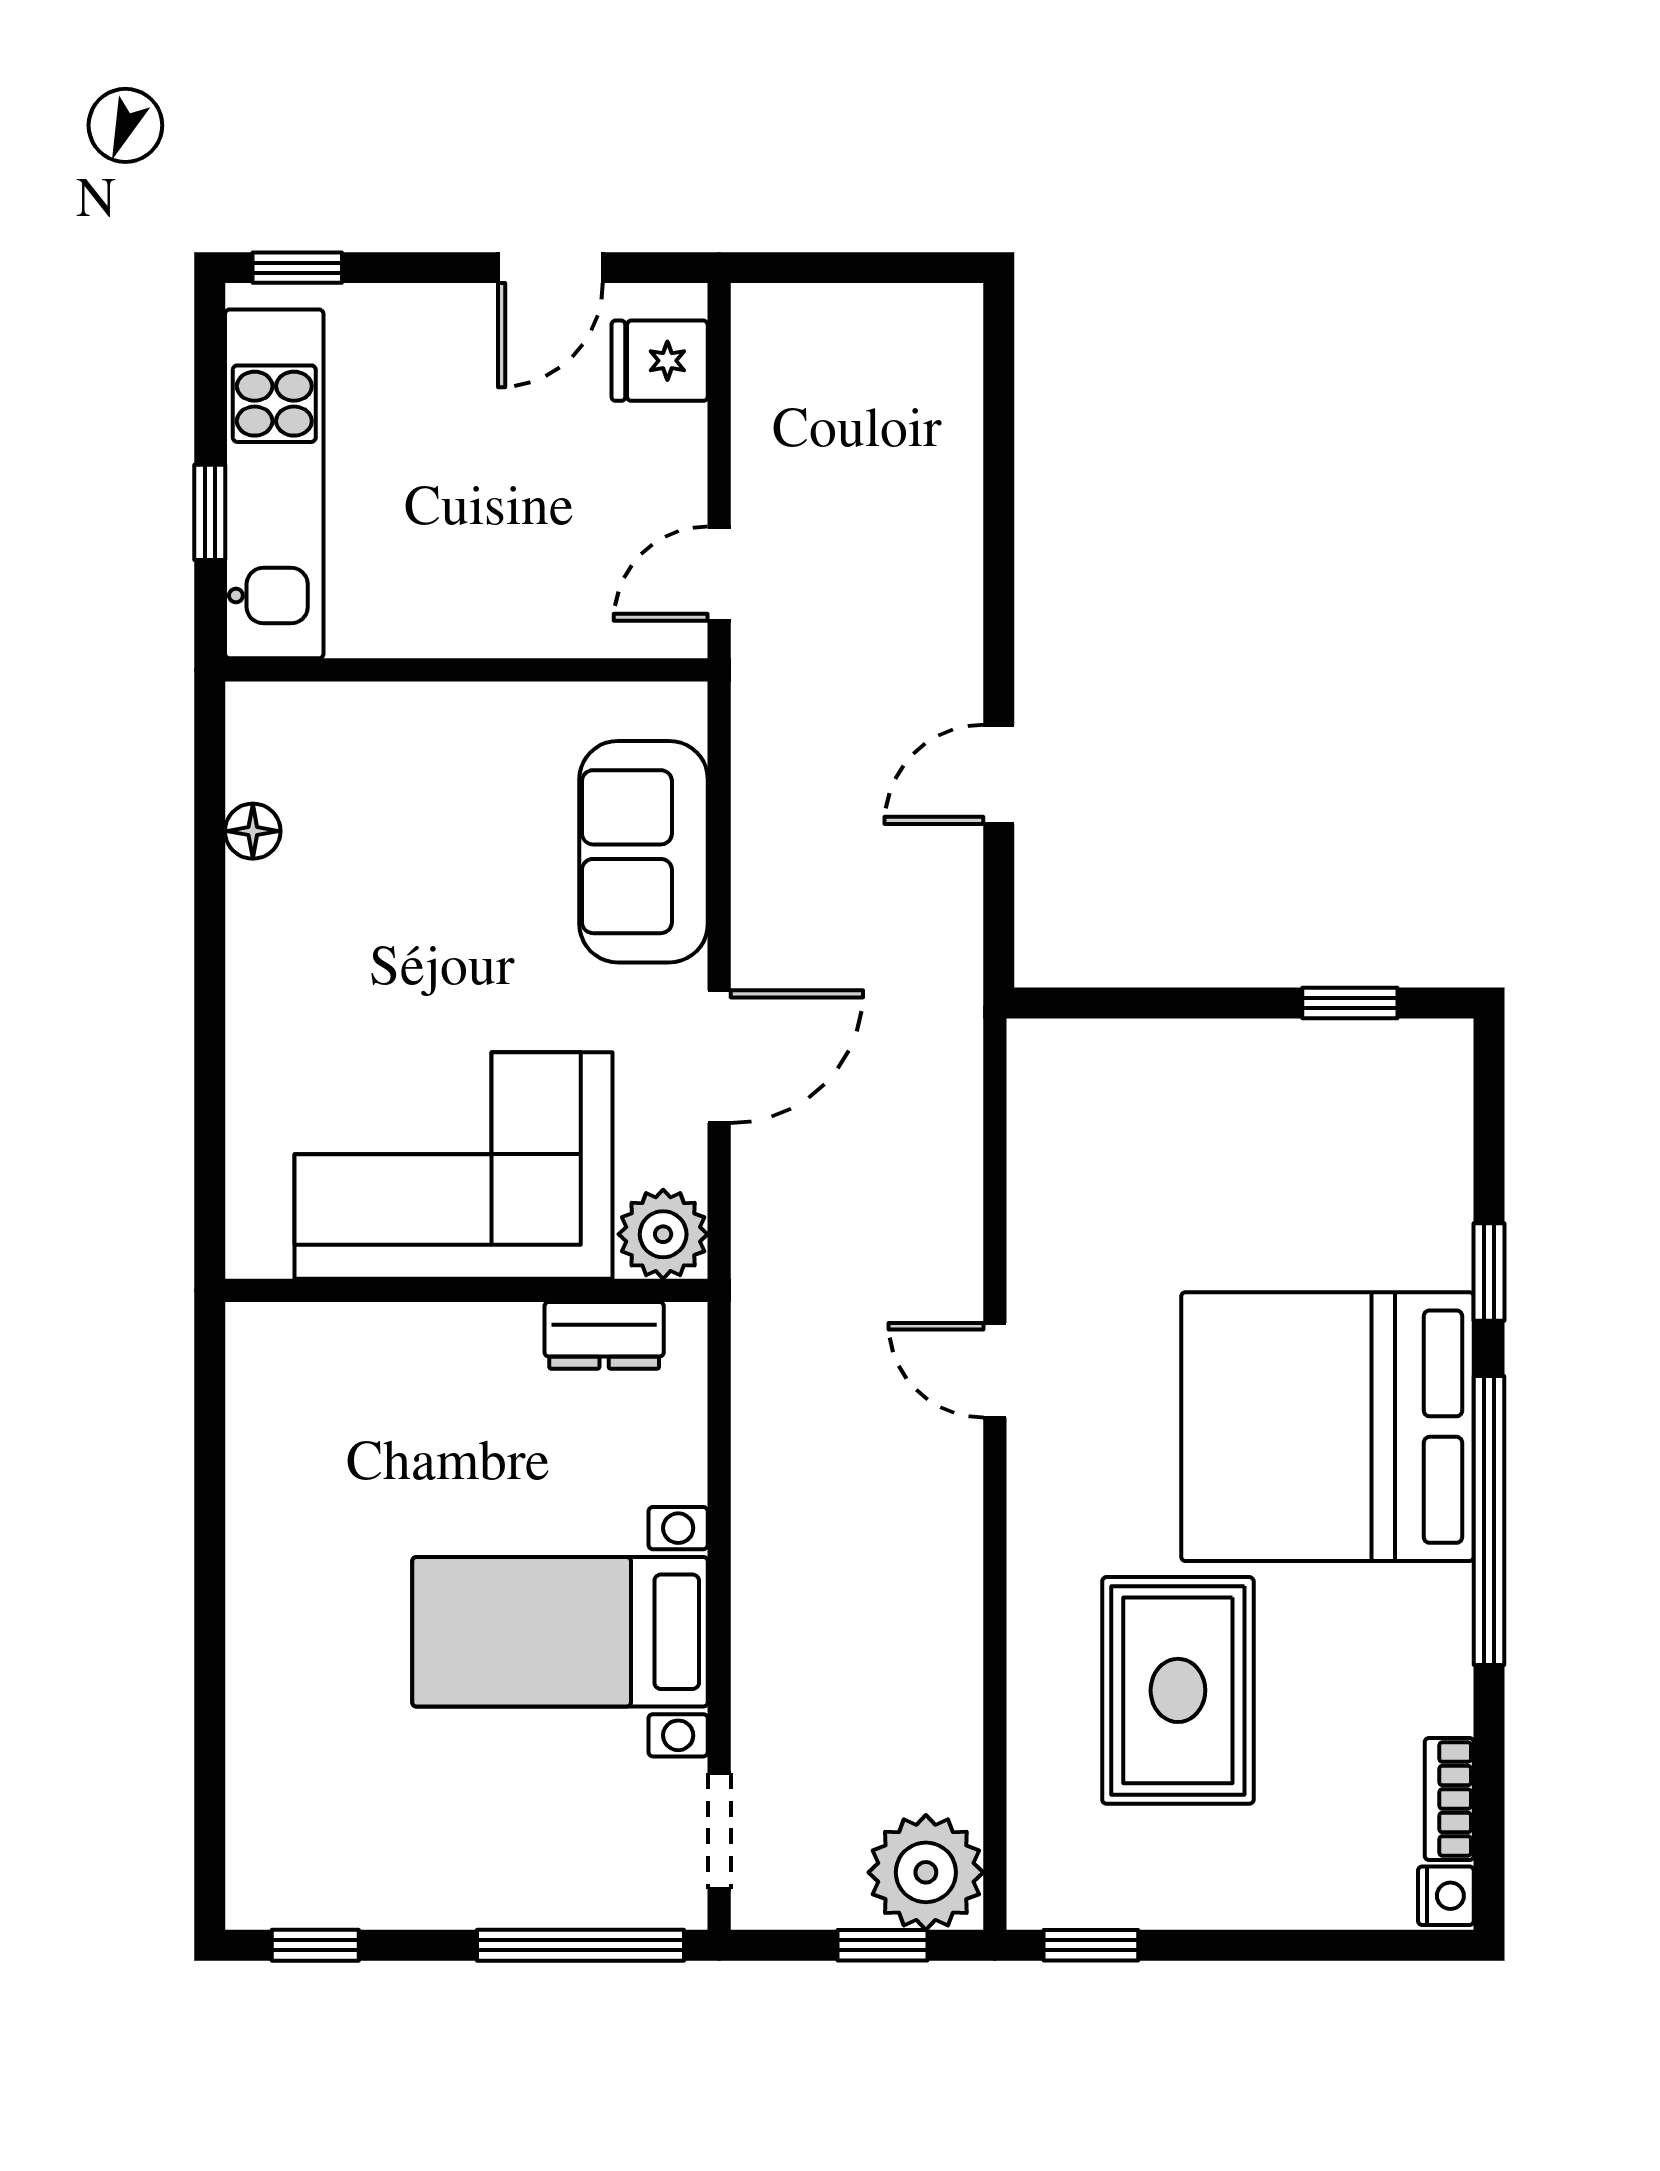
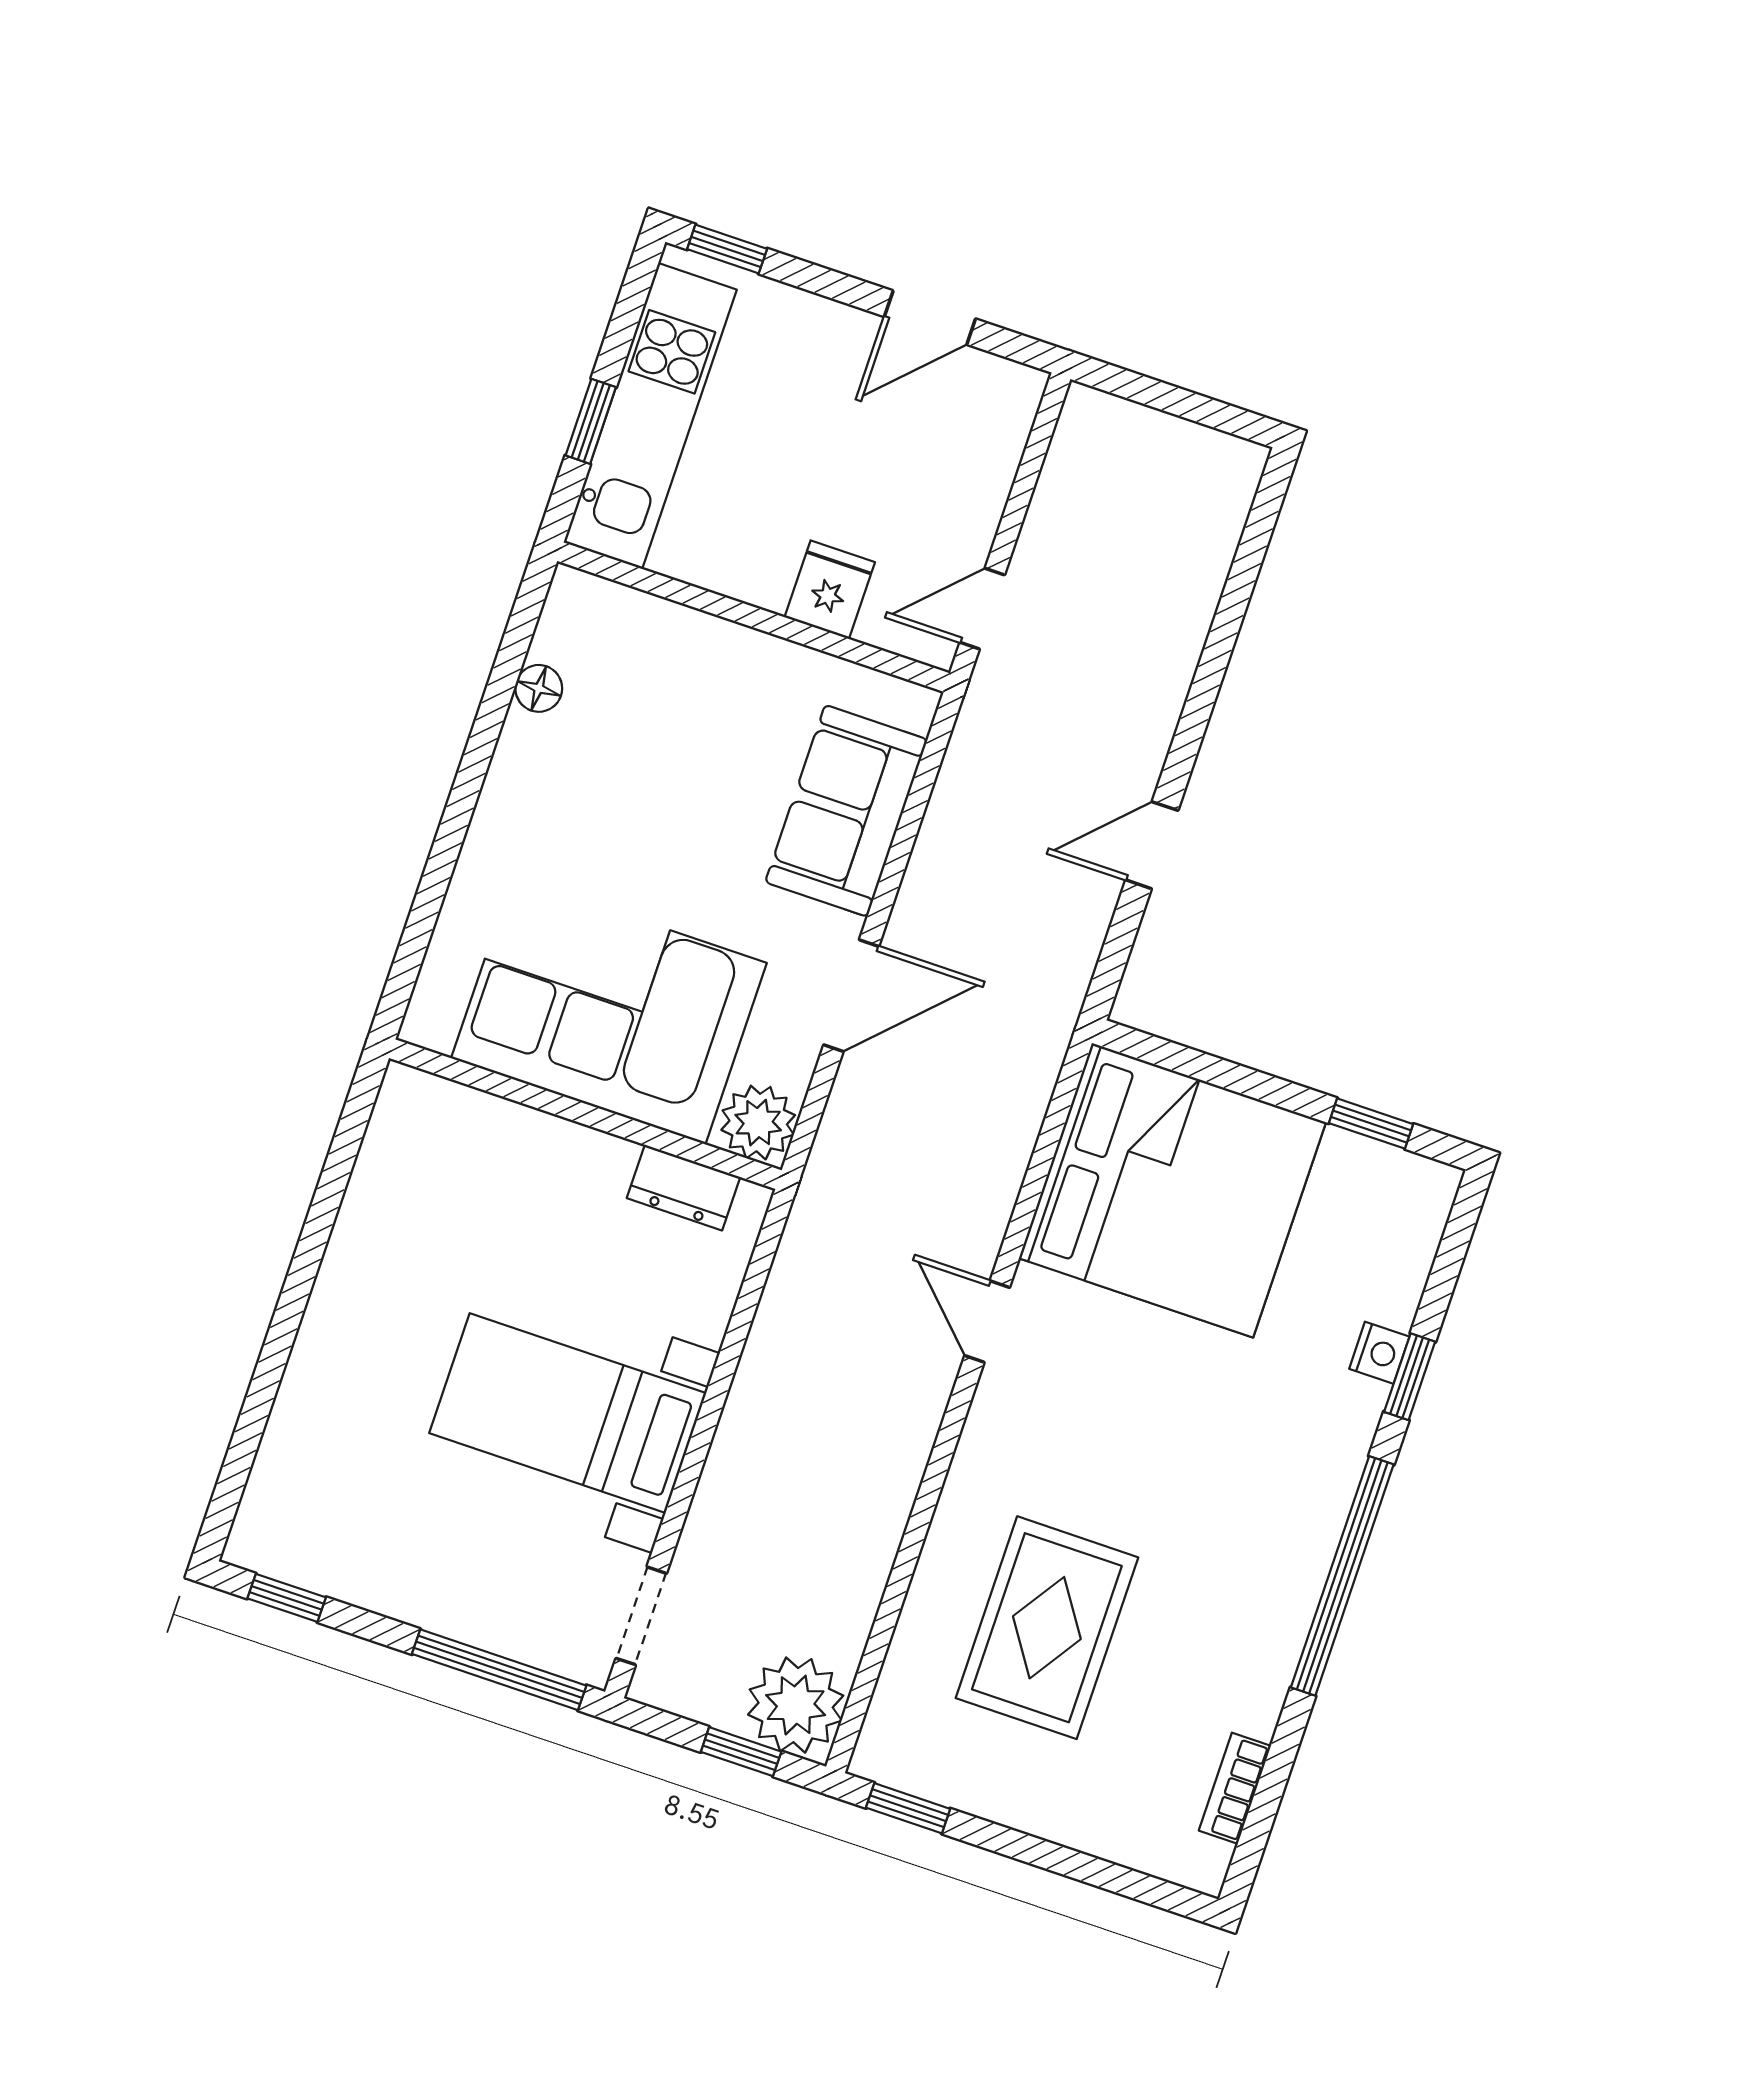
fridge: (660, 361) -> (830, 590), moved, turned 90
bed: (1327, 1427) -> (1172, 1190), moved, turned 180
nightstand: (1446, 1896) -> (1379, 1353), moved

